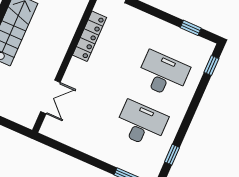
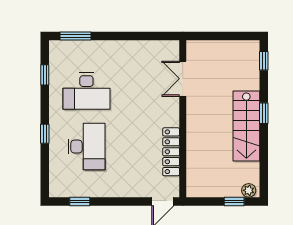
window: (211, 66) -> (45, 134), moved
desk: (163, 74) -> (86, 147), turned -90

